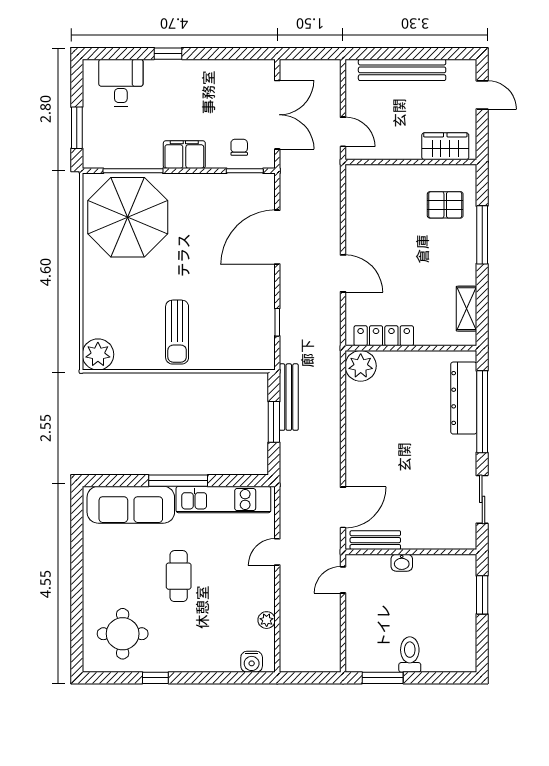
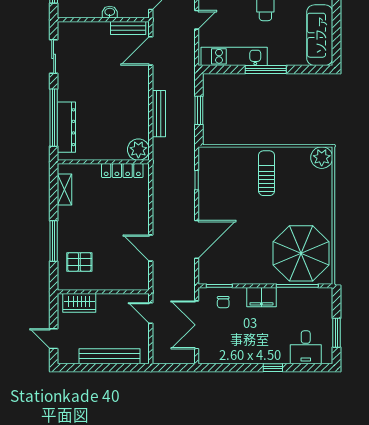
window: (77, 128) -> (336, 333), moved
door: (343, 273) -> (151, 248), moved
bench: (289, 397) -> (159, 114), moved
sofa: (131, 505) -> (320, 35), moved, turned -90

